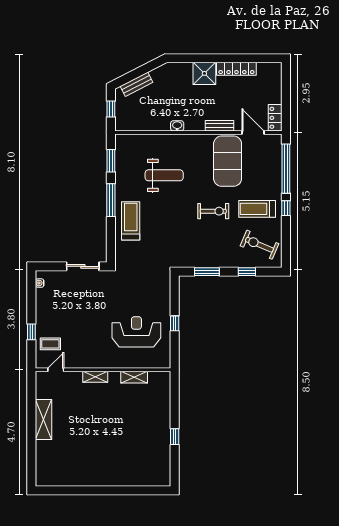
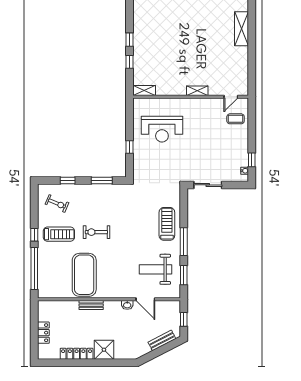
locker: (275, 118) -> (43, 333), moved
door: (253, 132) -> (145, 299), moved
weight bench: (164, 175) -> (155, 269), moved
treadmill: (131, 221) -> (167, 224), turned 180
exercise bike: (259, 245) -> (57, 203), width x0.73, depth x0.72
window: (175, 323) -> (129, 147), moved
window: (31, 332) -> (252, 160), moved
shelving: (134, 377) -> (144, 90), moved
window: (175, 410) -> (129, 62), added
shelving: (43, 420) -> (241, 29), moved

